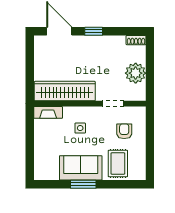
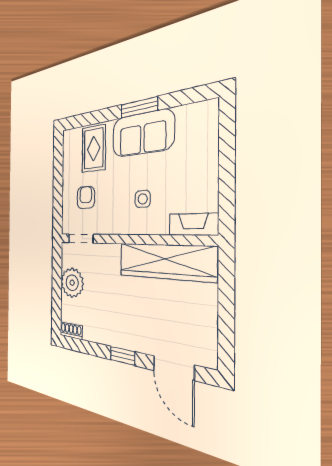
doorway: (113, 104) -> (81, 238), moved
armchair: (124, 131) -> (86, 197), turned 180

